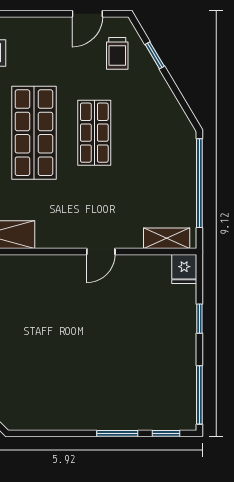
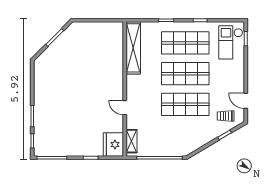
shop shelf: (94, 133) -> (185, 104), width x1.43, depth x1.36
fridge: (184, 269) -> (113, 145), width x1.88, depth x1.34

